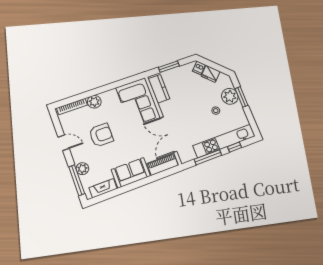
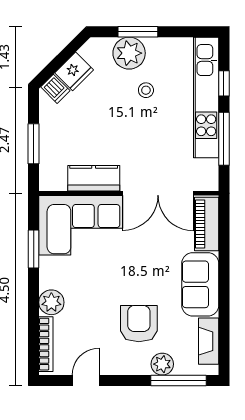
window: (118, 84) -> (34, 249), added
kitchen counter: (159, 89) -> (94, 178), moved
armchair: (101, 135) -> (139, 324), moved
door: (64, 143) -> (86, 381), moved

